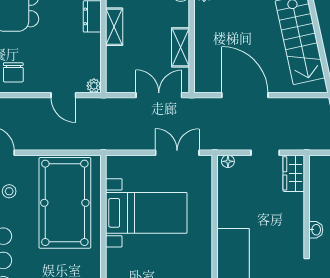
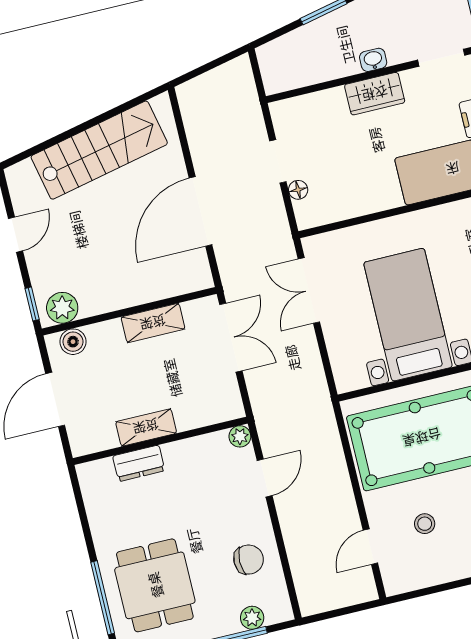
double door: (159, 95) -> (231, 338), swing flipped
floor lamp: (228, 161) -> (298, 190), moved
wardrobe: (294, 173) -> (375, 94), moved

